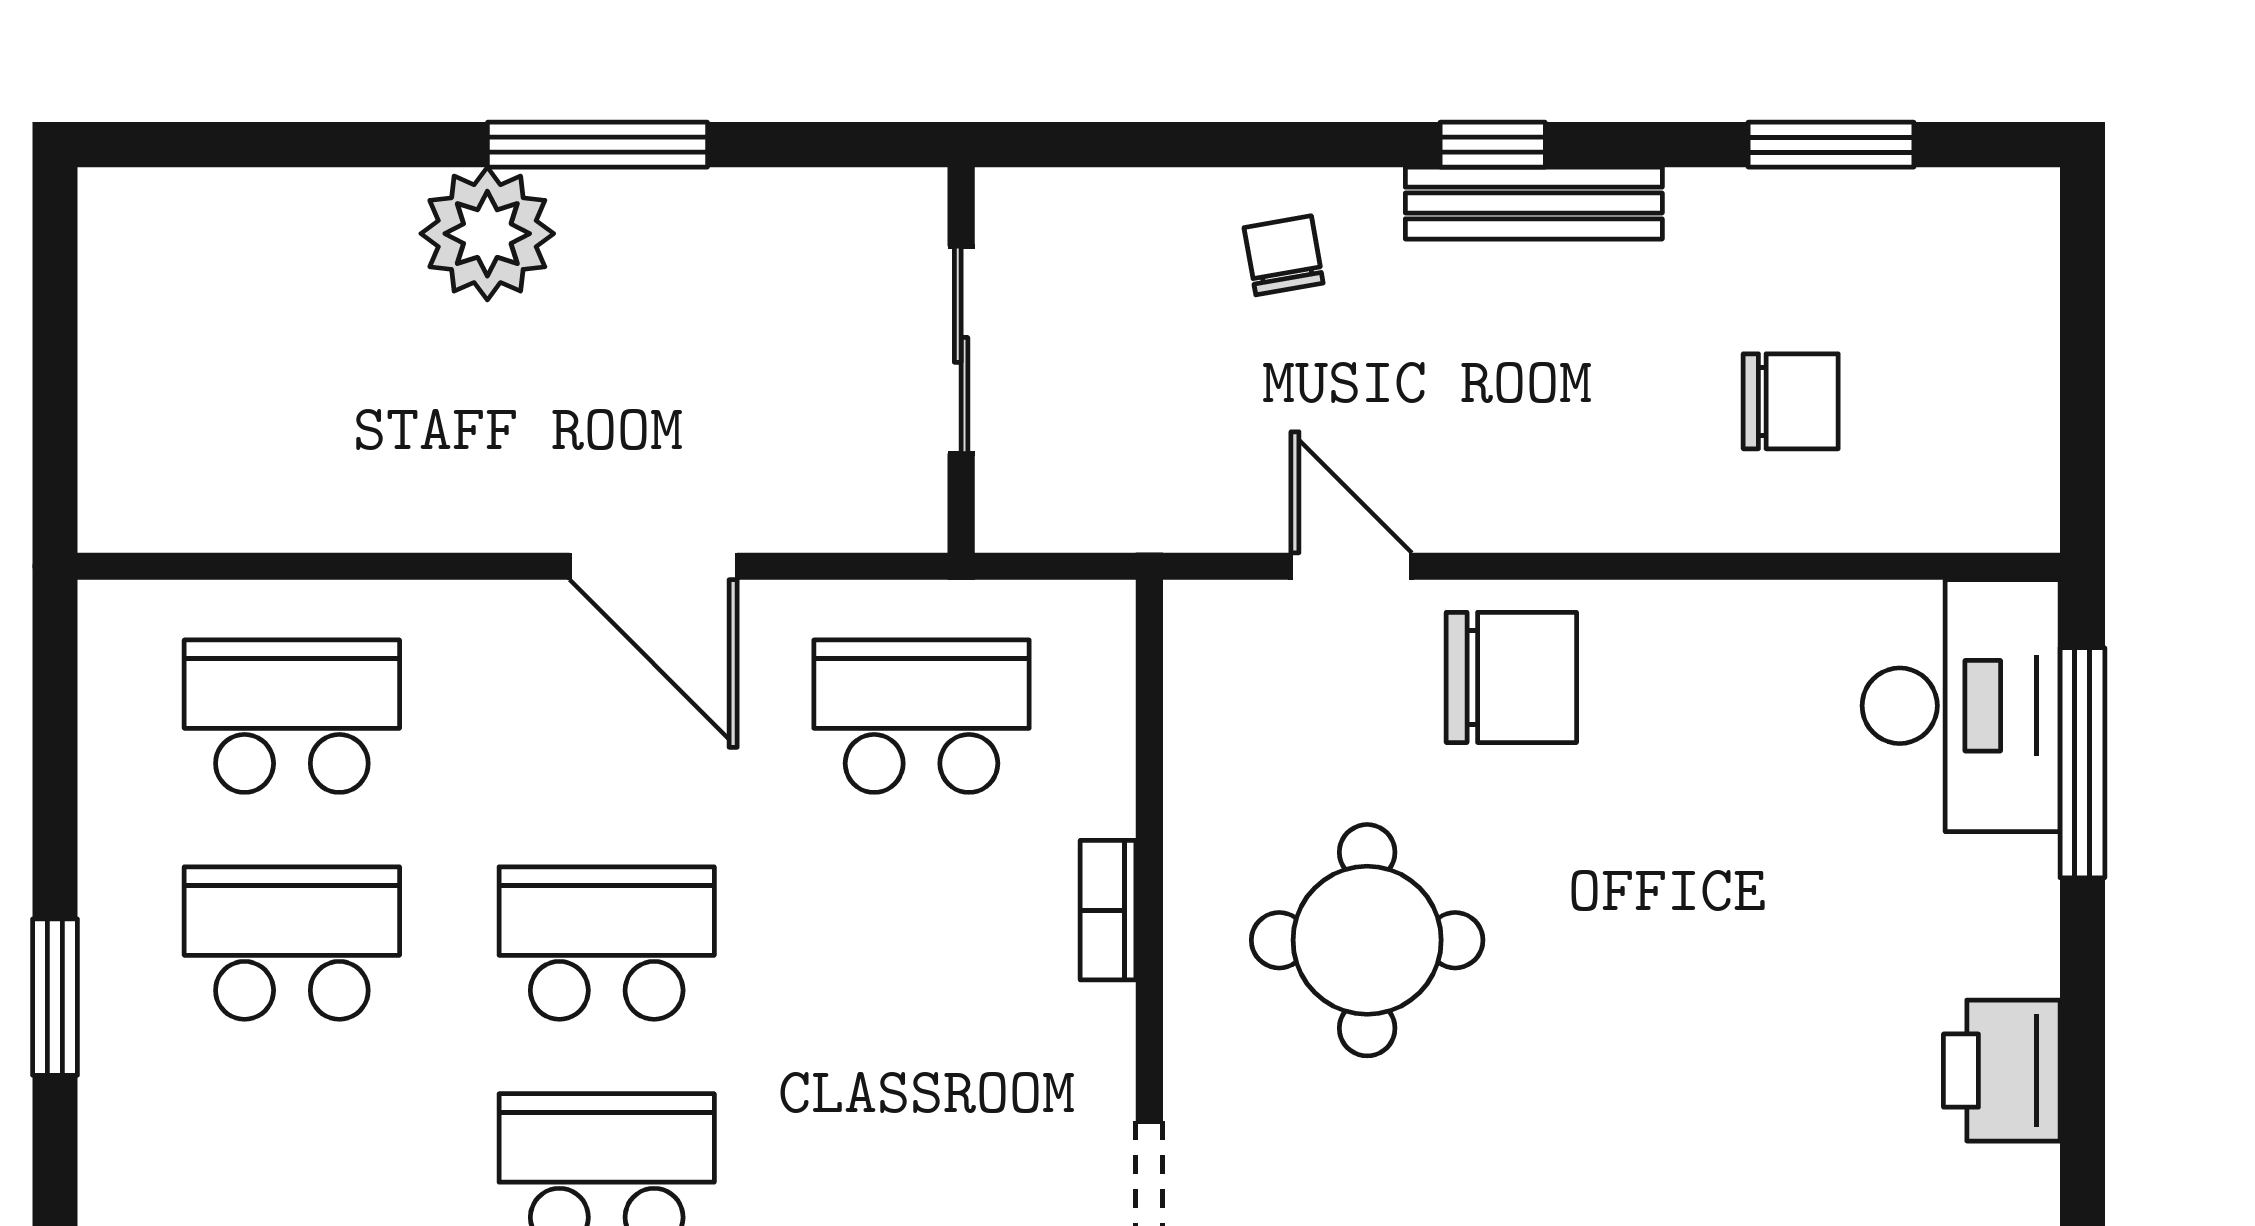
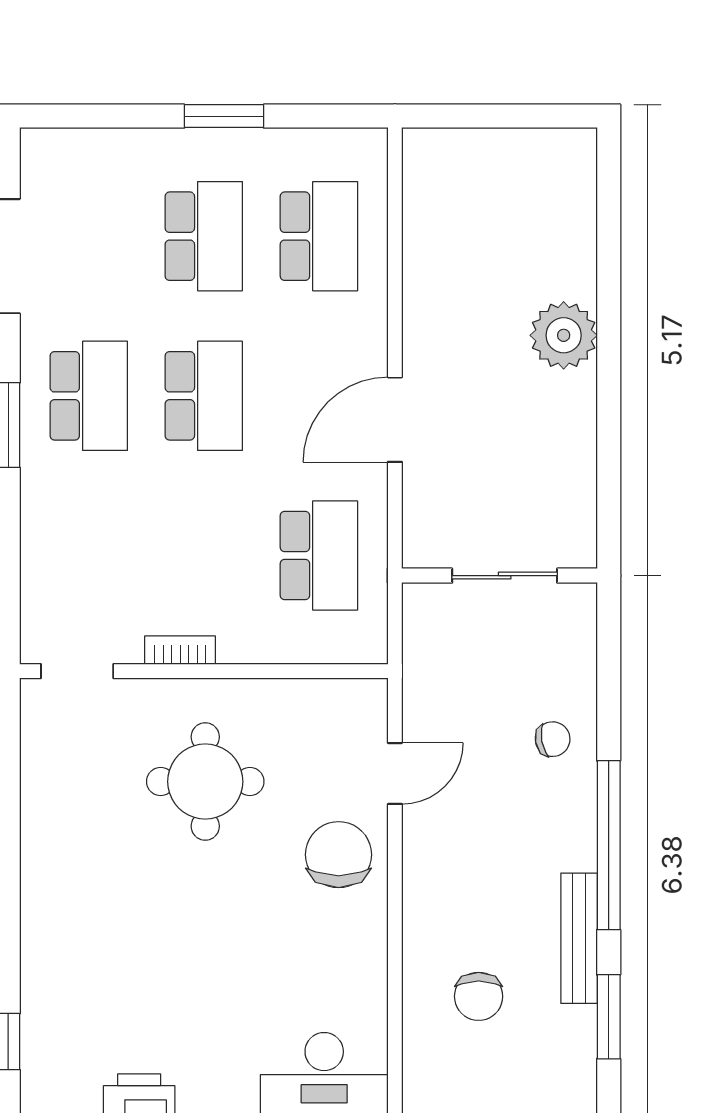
window: (597, 145) -> (609, 391), removed
window: (1493, 145) -> (609, 845), width x3.17
bench: (1534, 203) -> (579, 938), moved
chair: (1511, 677) -> (339, 855), turned 180
bookcase: (1108, 910) -> (180, 650), moved
window: (55, 997) -> (224, 116), moved

